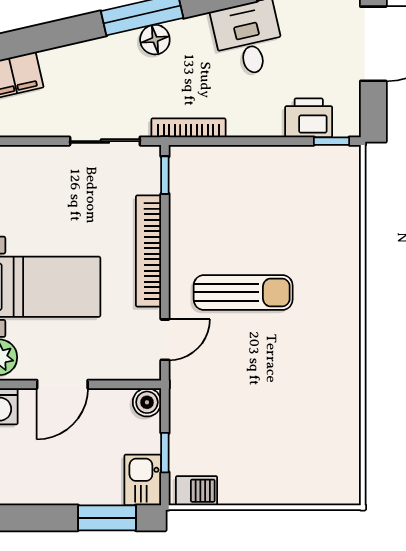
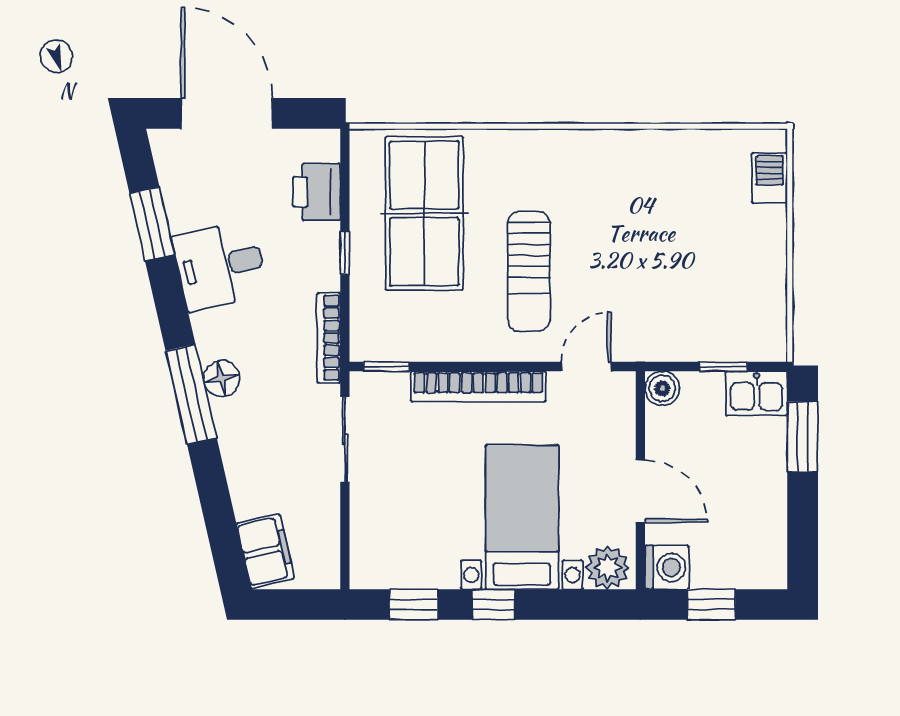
window: (332, 141) -> (345, 253), moved
table tennis table: (291, 206) -> (424, 213), added
sun lounger: (243, 292) -> (529, 271), turned 180
door: (165, 340) -> (586, 366), hinge flipped
barbecue: (197, 491) -> (770, 178), moved

